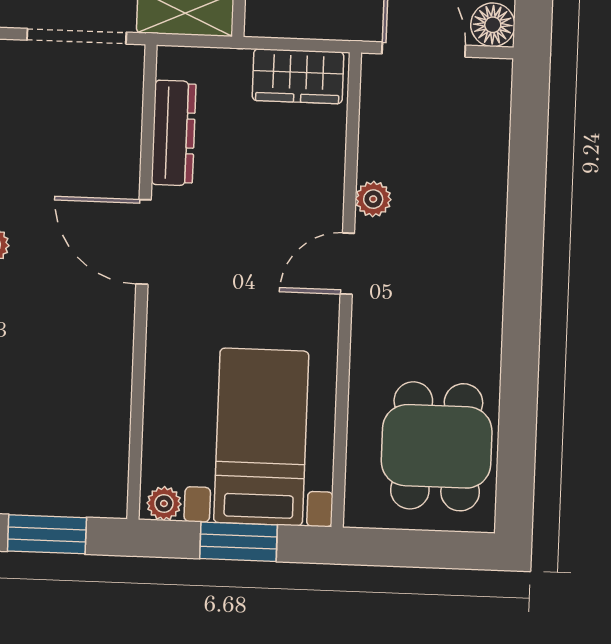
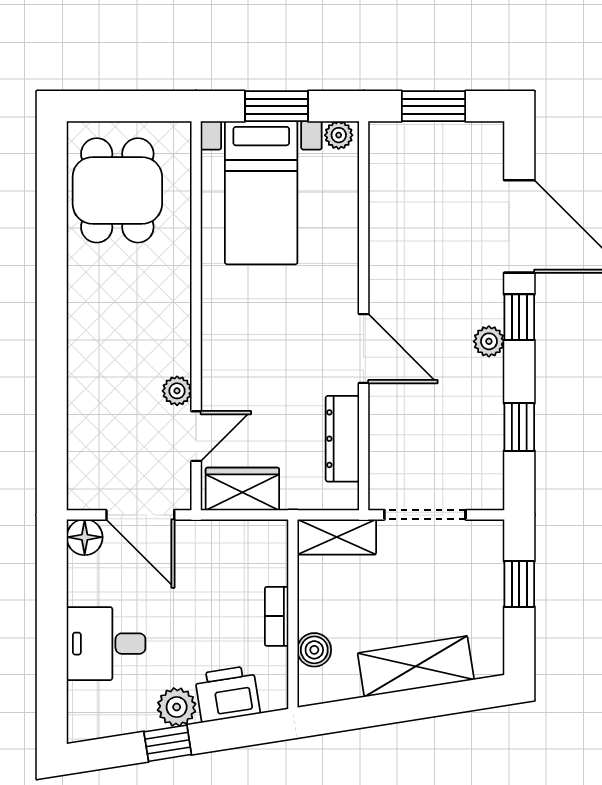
door: (347, 264) -> (196, 436), moved

